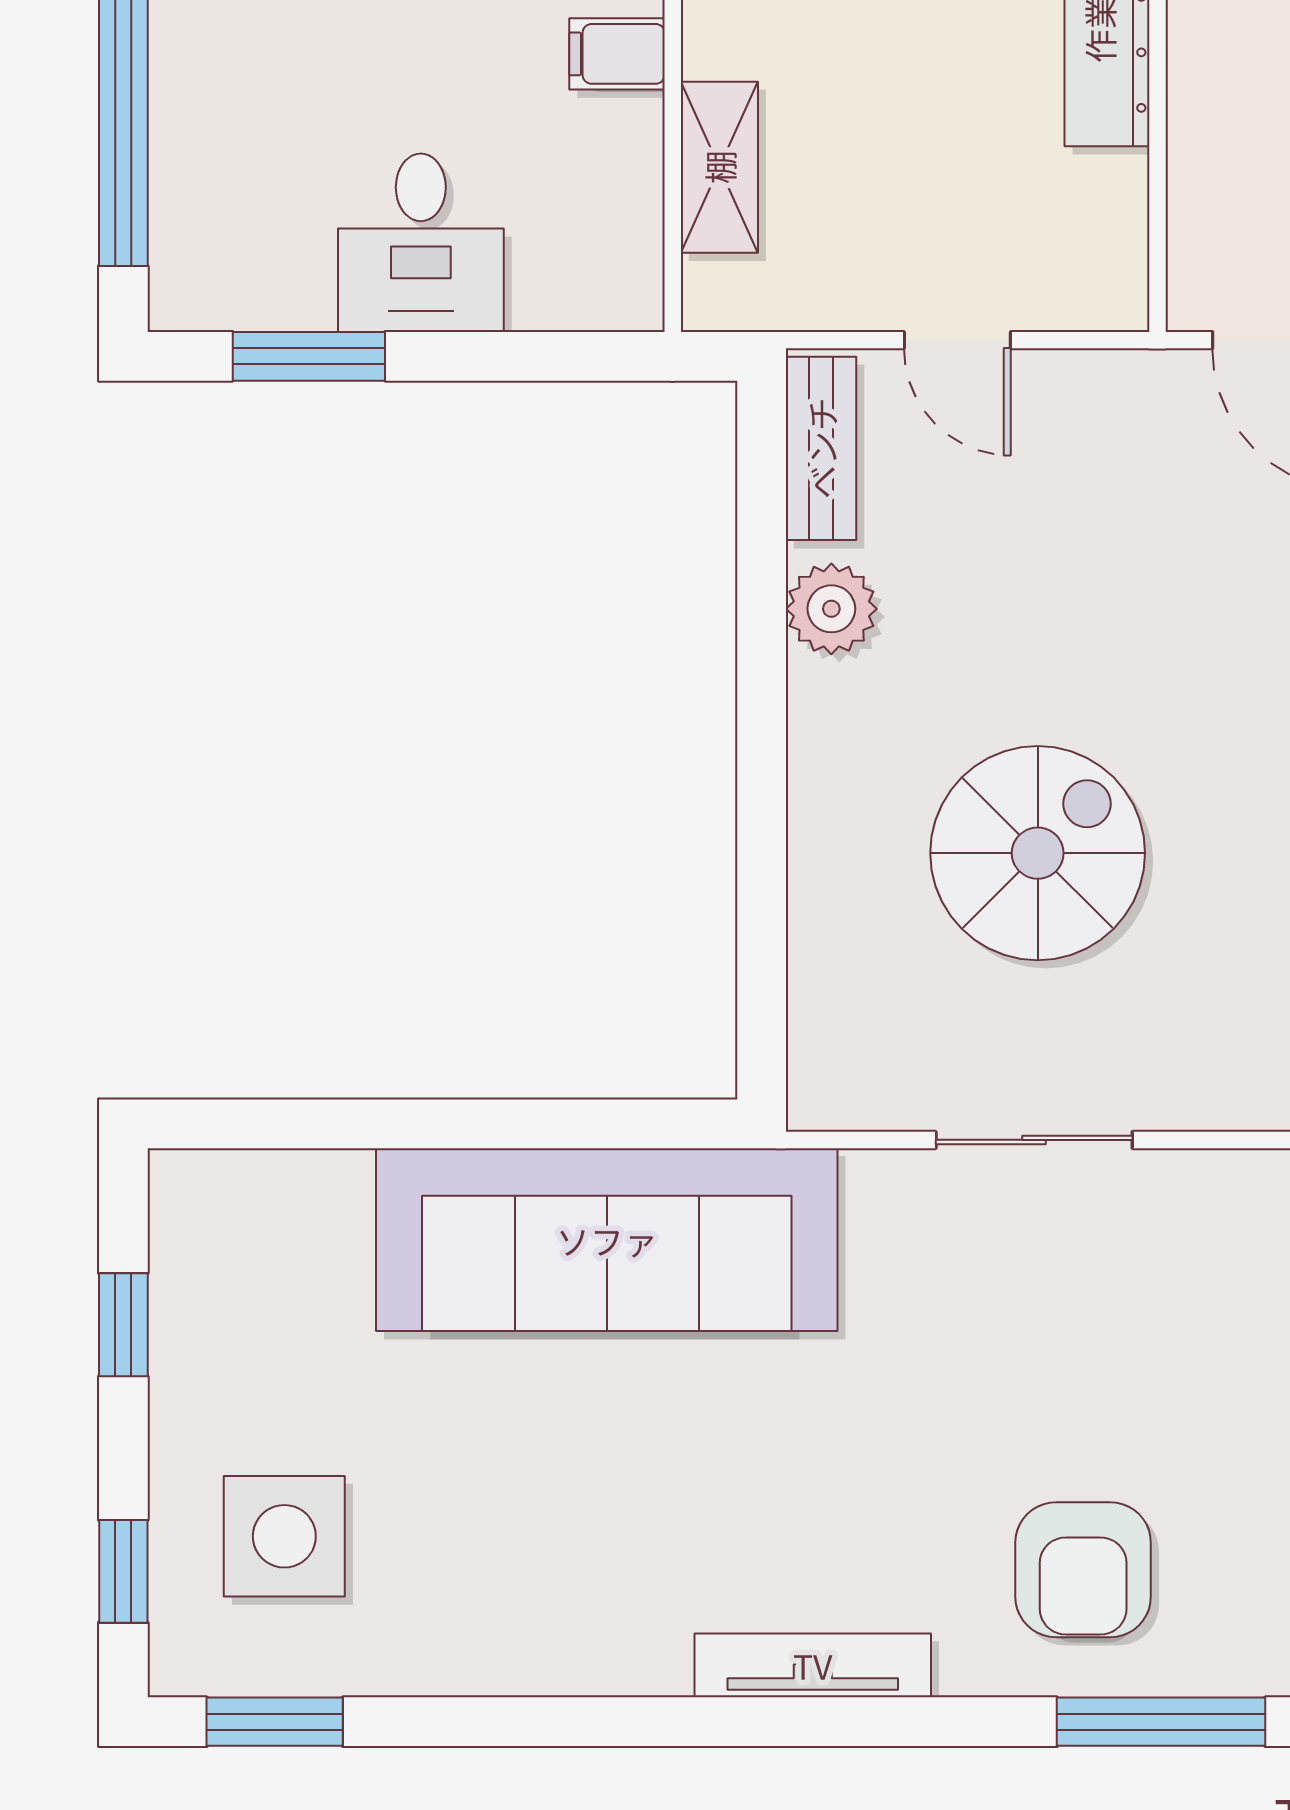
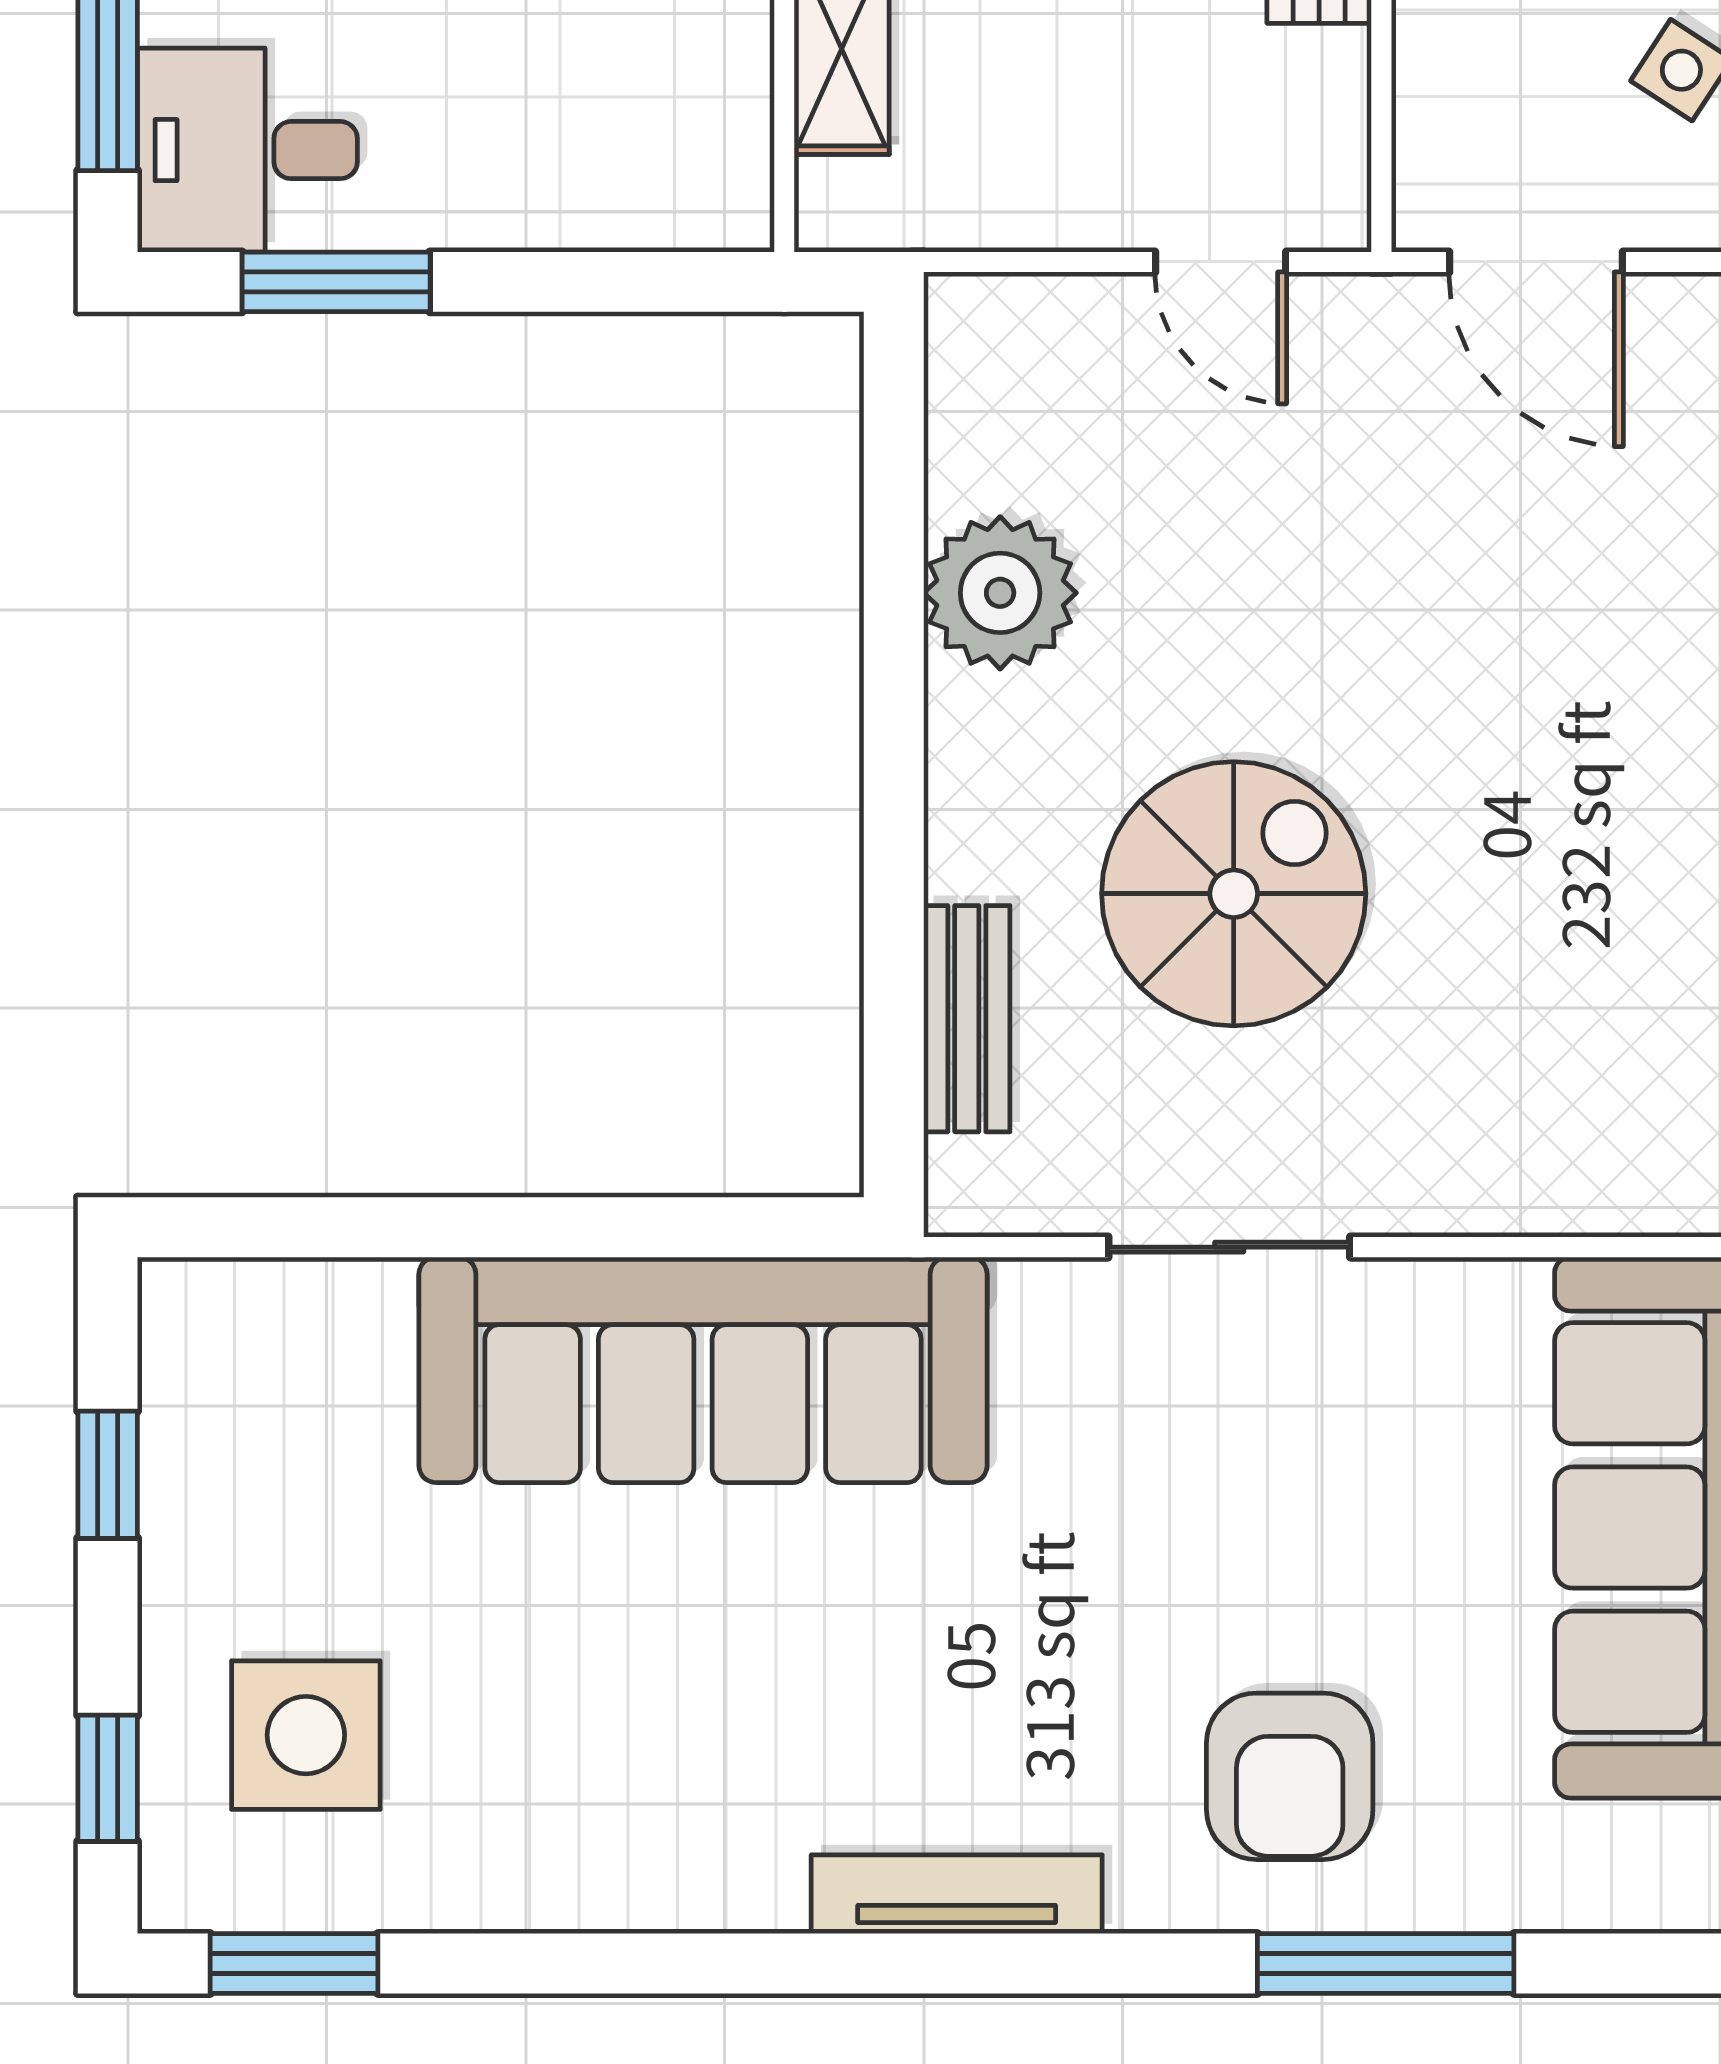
desk: (421, 243) -> (247, 150), moved, turned 90
door: (957, 340) -> (1221, 262), moved
bench: (821, 448) -> (967, 1019), moved
plant: (831, 609) -> (1000, 593), width x1.36, depth x1.36

